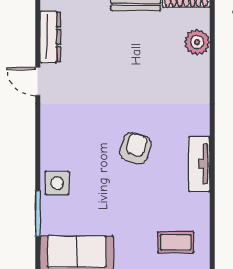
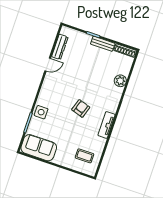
plant: (197, 42) -> (120, 81), moved
door: (38, 82) -> (48, 65), swing flipped

